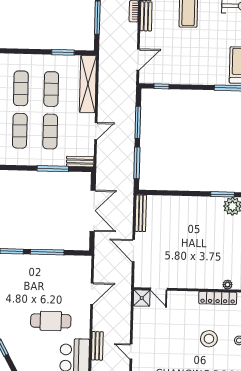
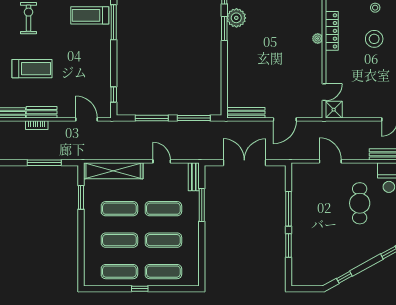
plant: (228, 285) -> (318, 38), moved

